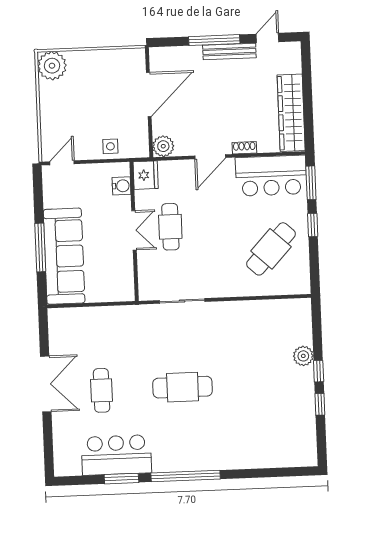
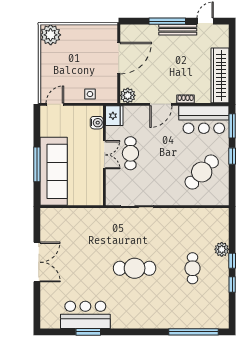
cafe table: (102, 390) -> (193, 268), moved
window: (186, 476) -> (193, 332), moved

